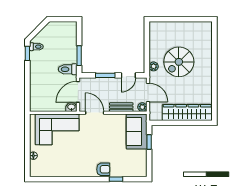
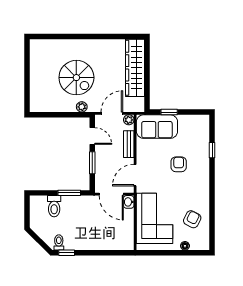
toilet: (68, 69) -> (54, 206), moved
armchair: (56, 162) -> (192, 219), added
armchair: (103, 169) -> (179, 164), moved

